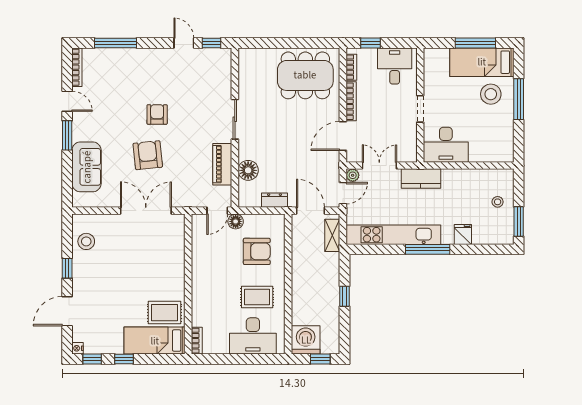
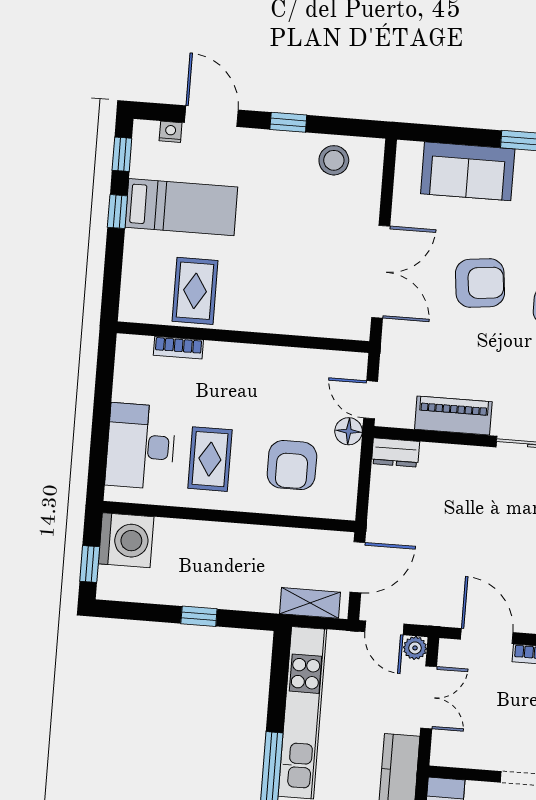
floor lamp: (248, 170) -> (439, 461), removed
dresser: (274, 200) -> (396, 453), moved, turned 90
bed: (155, 341) -> (181, 207), moved, turned 90
bookcase: (197, 341) -> (178, 348), moved
nightstand: (78, 348) -> (171, 132), moved

